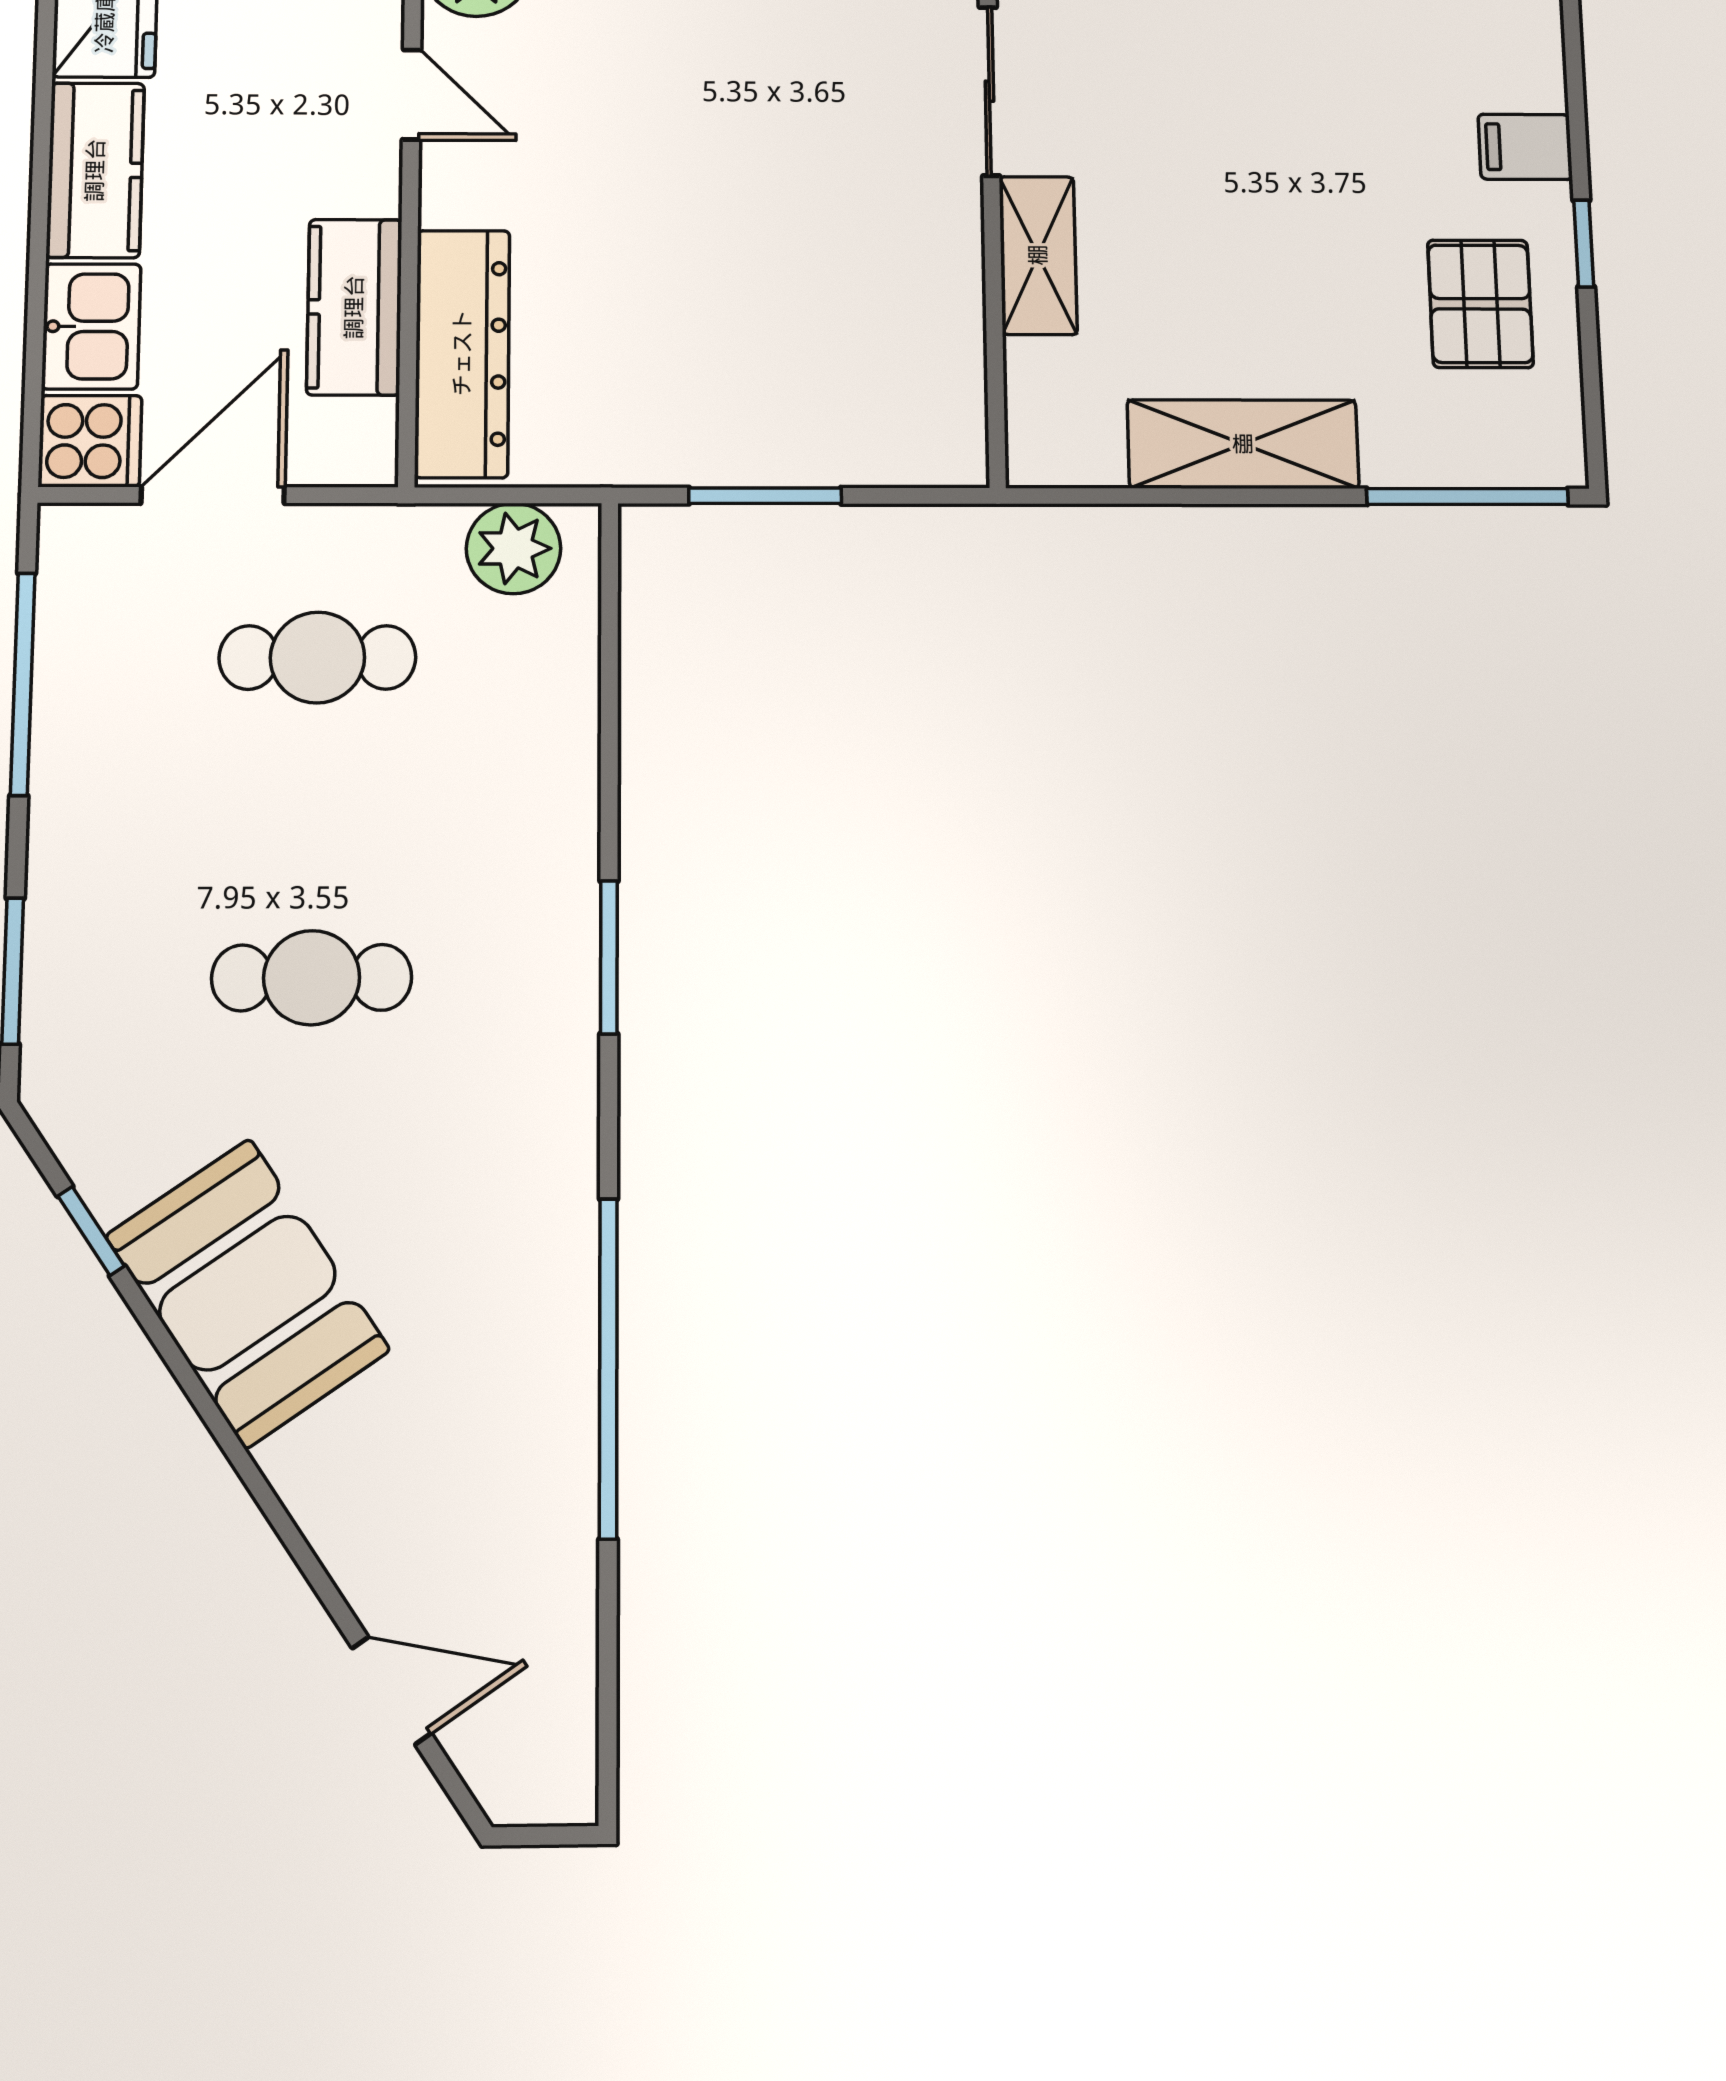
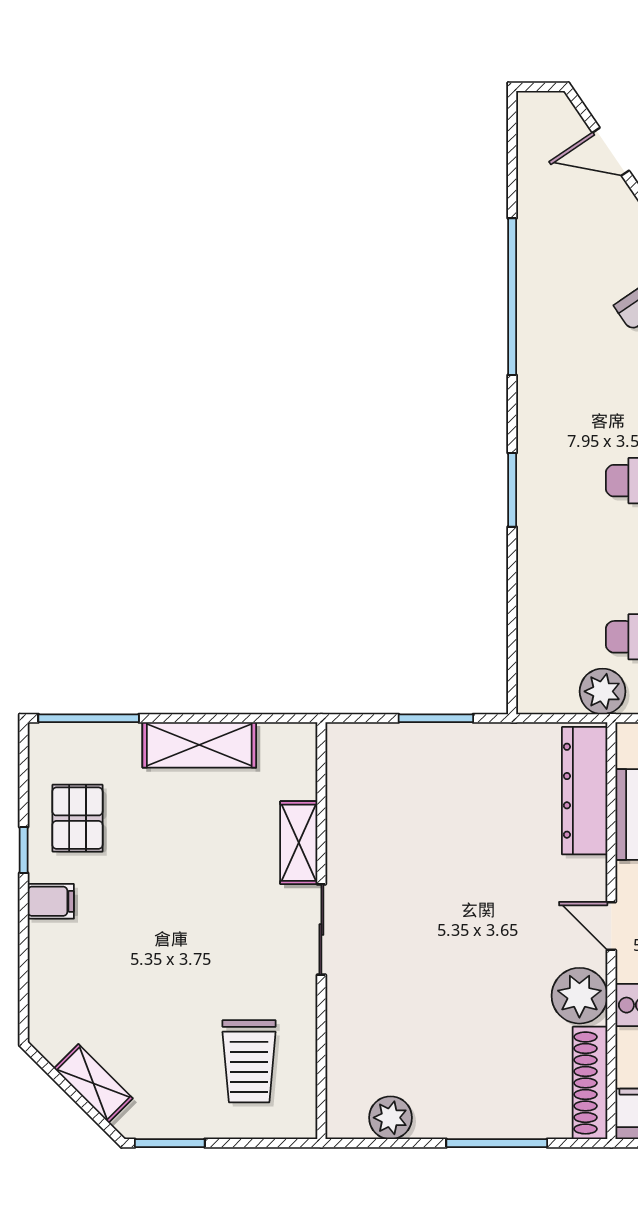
plant: (514, 548) -> (603, 691), moved

